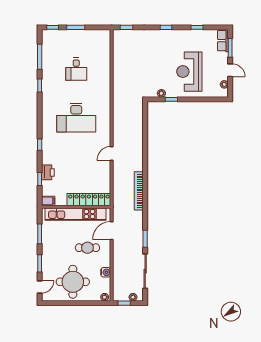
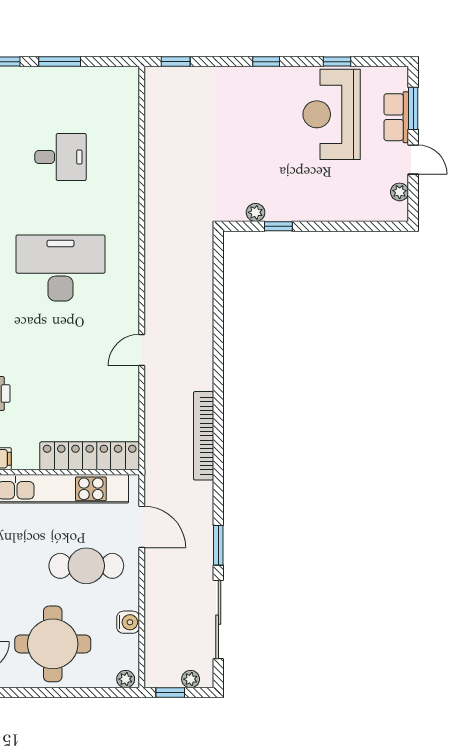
row of seats: (223, 41) -> (396, 117), moved
desk: (76, 69) -> (60, 157), turned -90
reception desk: (189, 72) -> (332, 114), moved
desk: (76, 118) -> (60, 268), turned 180
door: (112, 231) -> (142, 527), swing flipped
cafe table: (87, 248) -> (86, 566), width x1.37, depth x1.35

